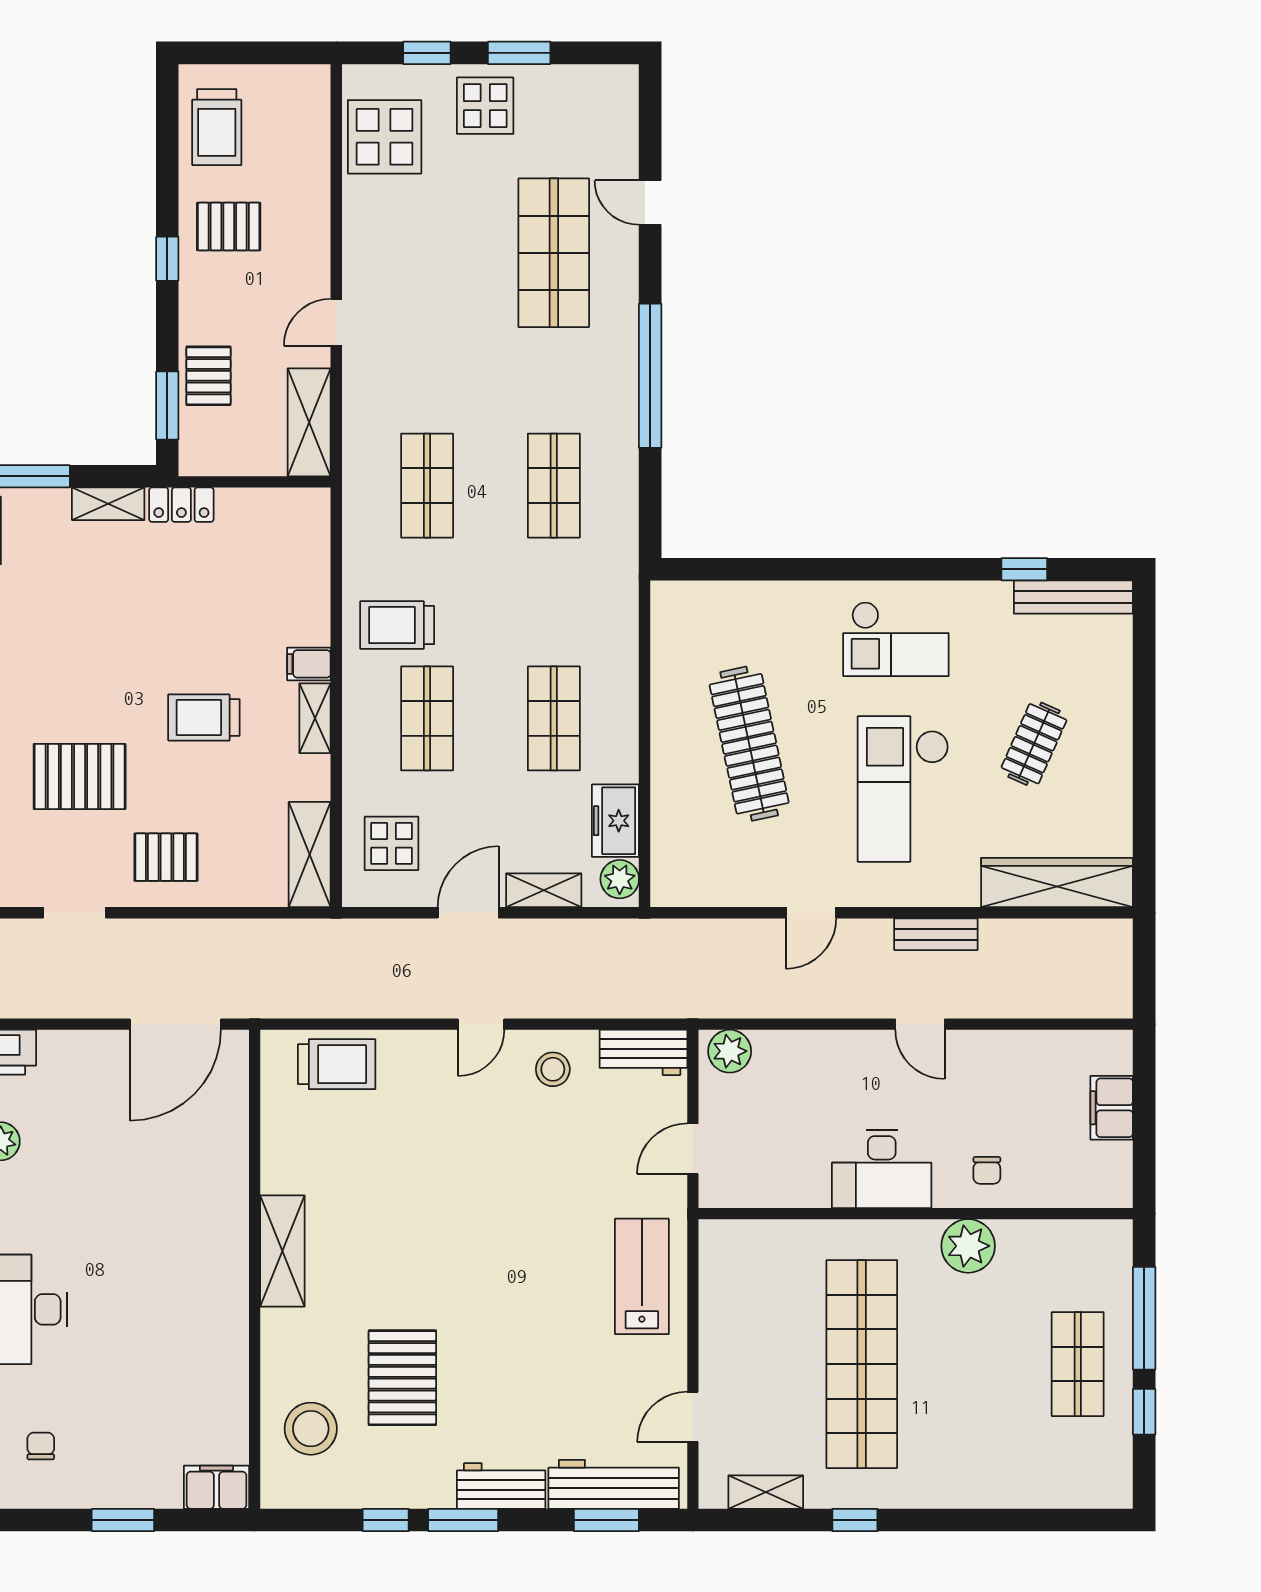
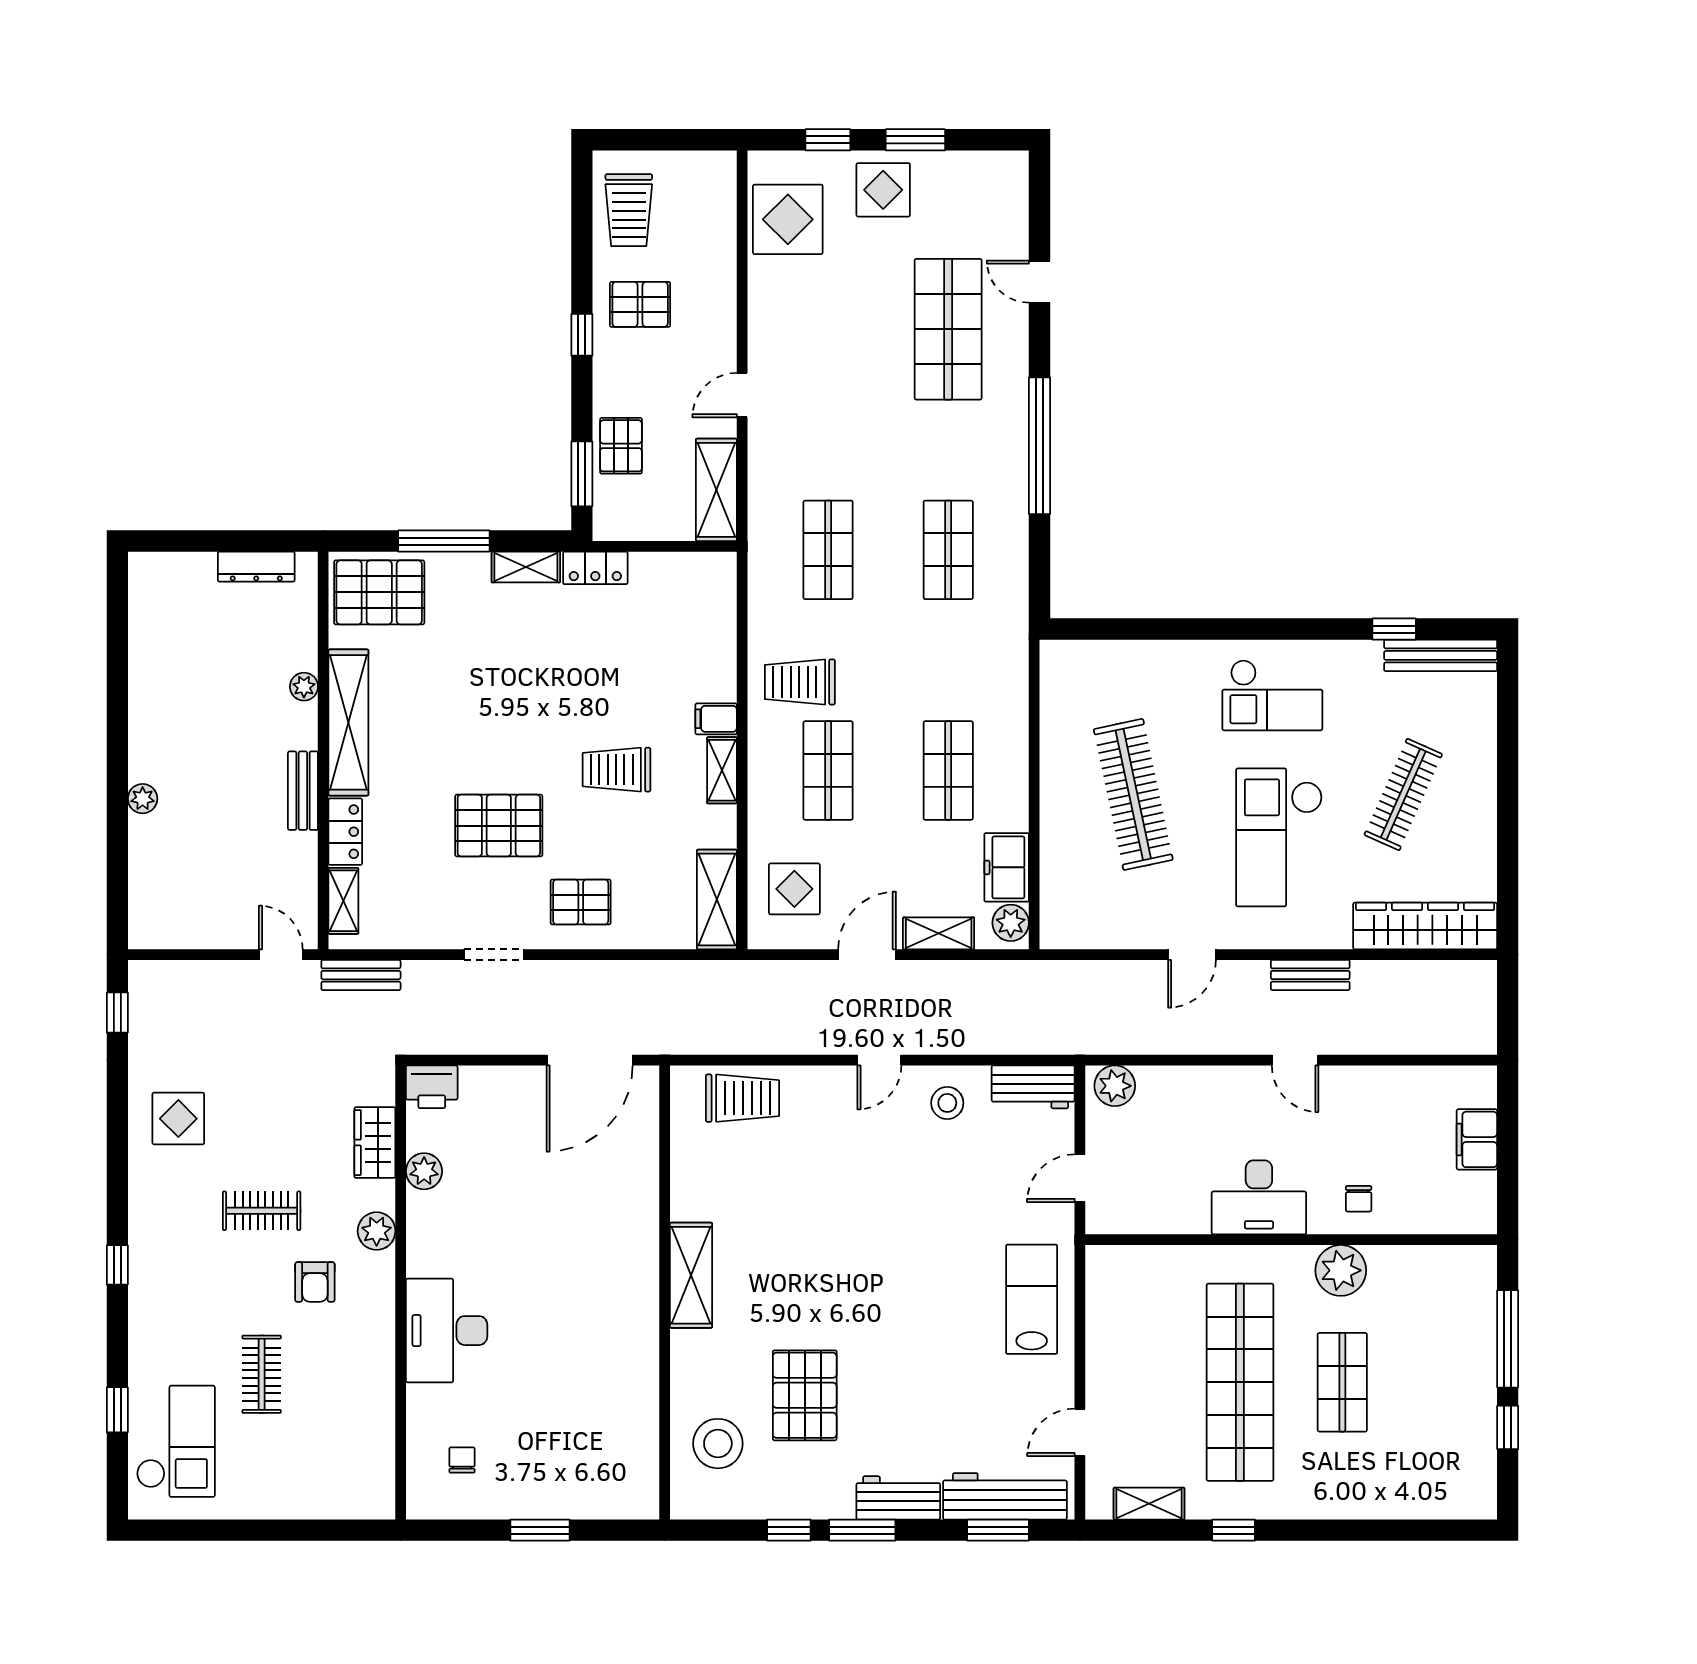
clothes rail: (1034, 744) -> (1403, 794), width x1.36
shop shelf: (1078, 1364) -> (1342, 1382), moved
filing cabinet: (216, 1487) -> (629, 1499), removed

